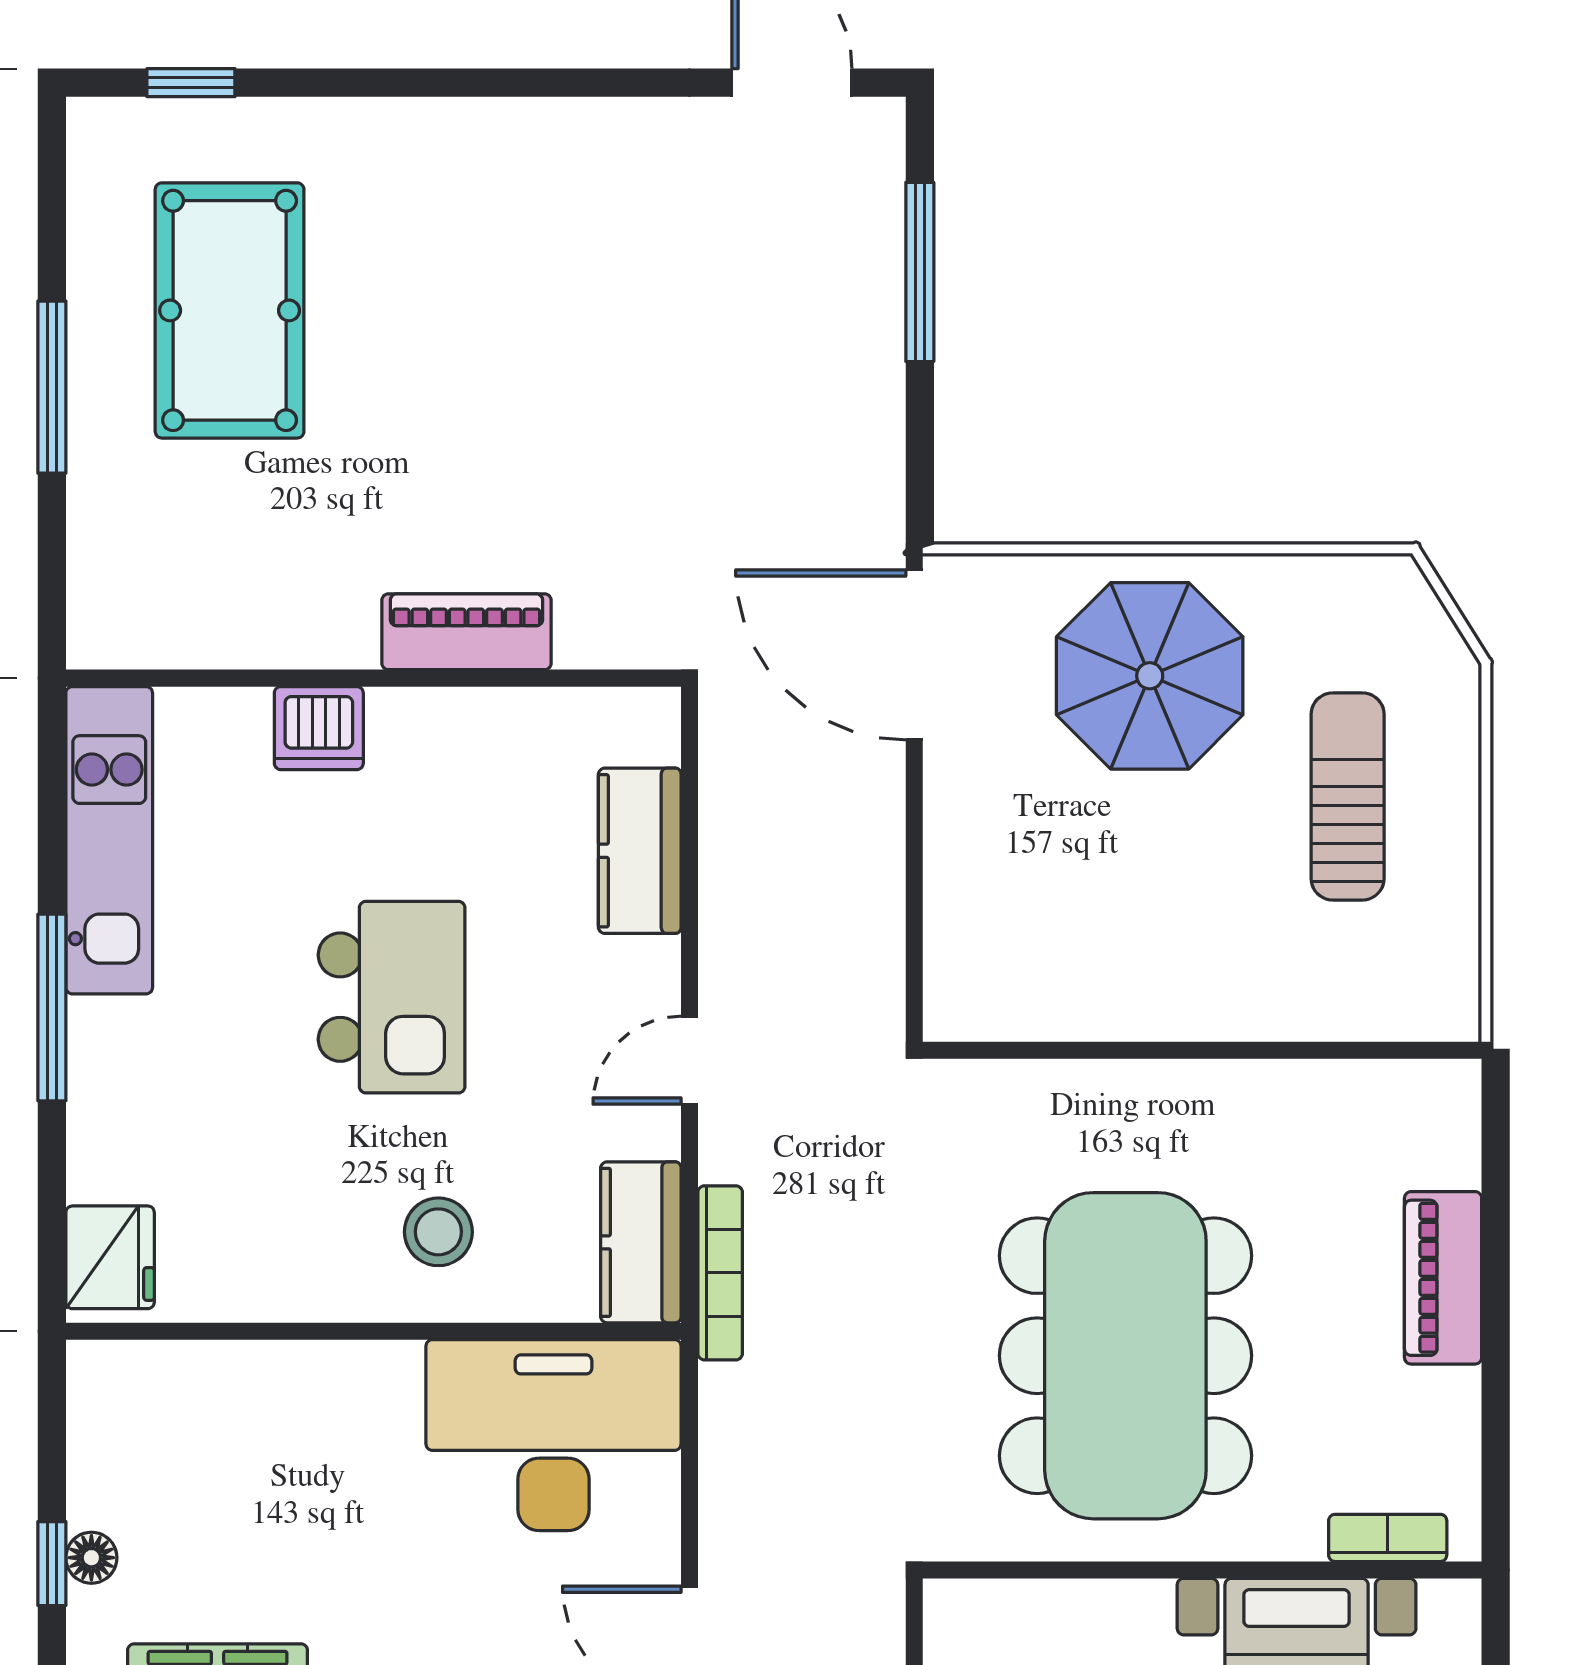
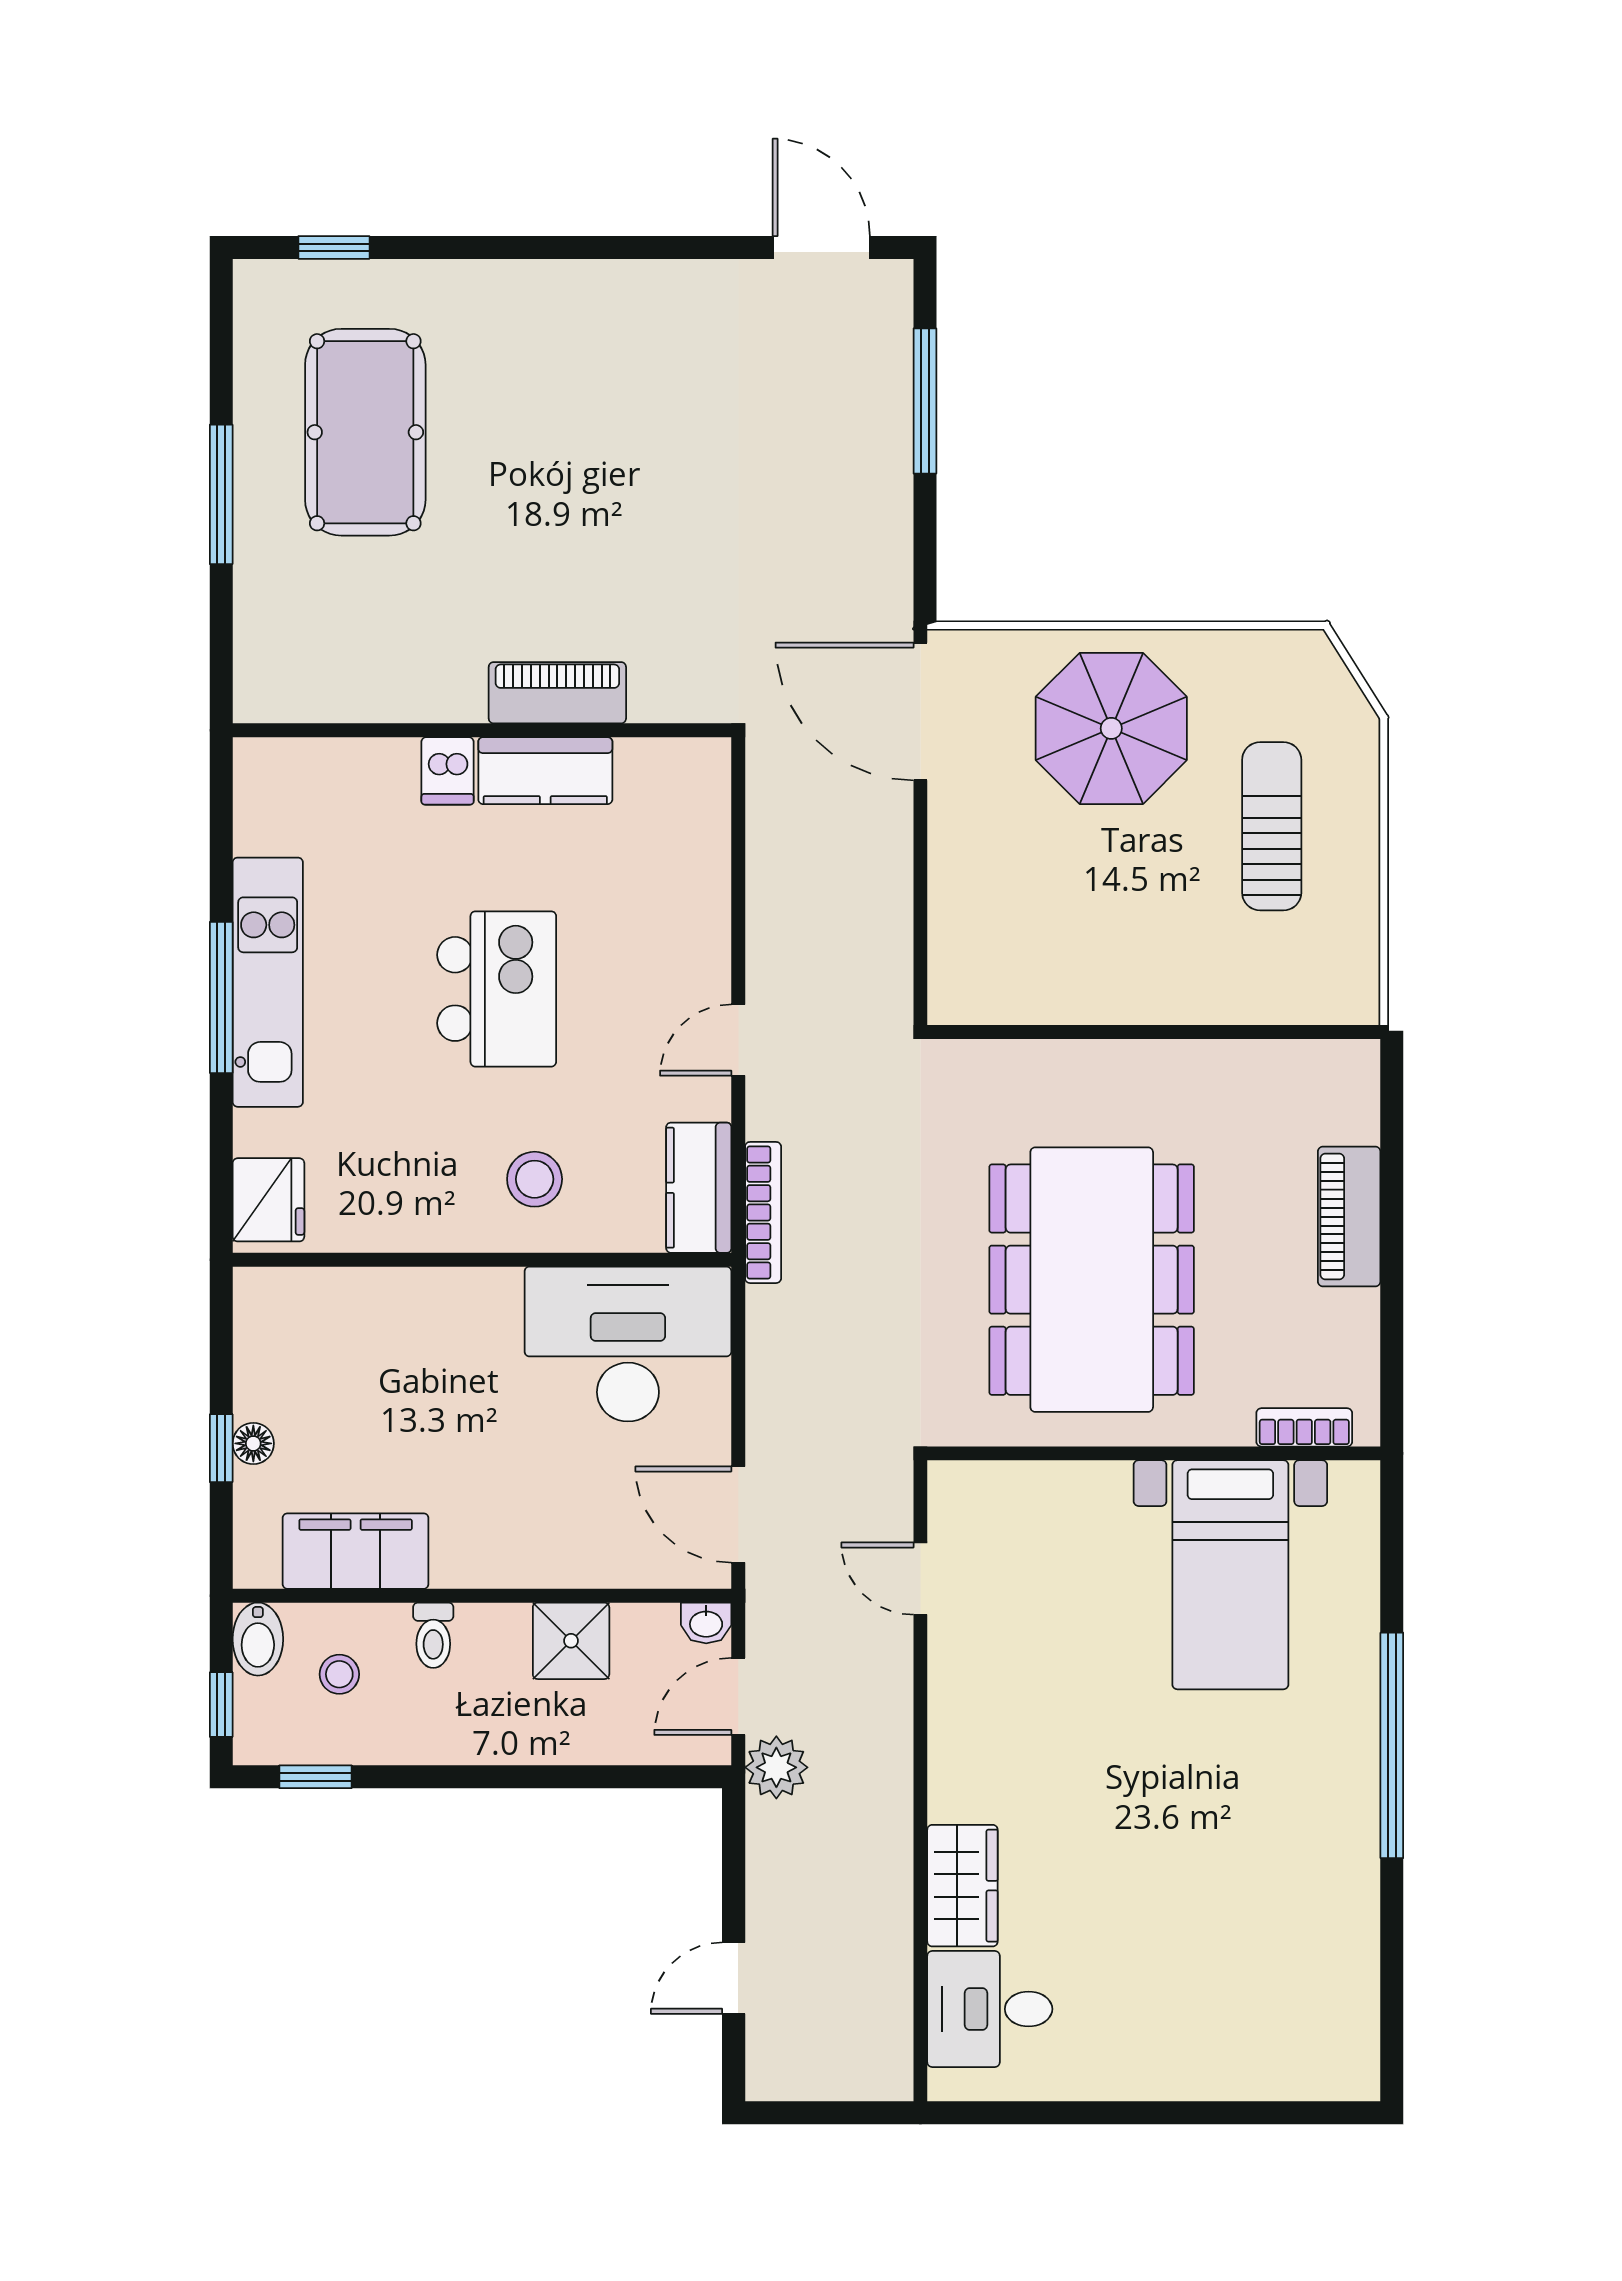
dishwasher: (319, 728) -> (448, 771), width x0.73
kitchen unit: (109, 840) -> (268, 982), moved
kitchen counter: (640, 851) -> (545, 771), moved, turned -90

